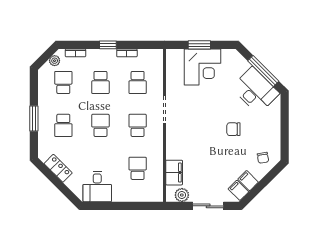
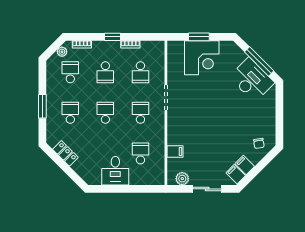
school desk: (63, 125) -> (70, 113), turned 180
chair: (233, 129) -> (231, 116), removed
filing cabinet: (174, 173) -> (175, 152), width x0.50
desk: (97, 187) -> (115, 171), moved

